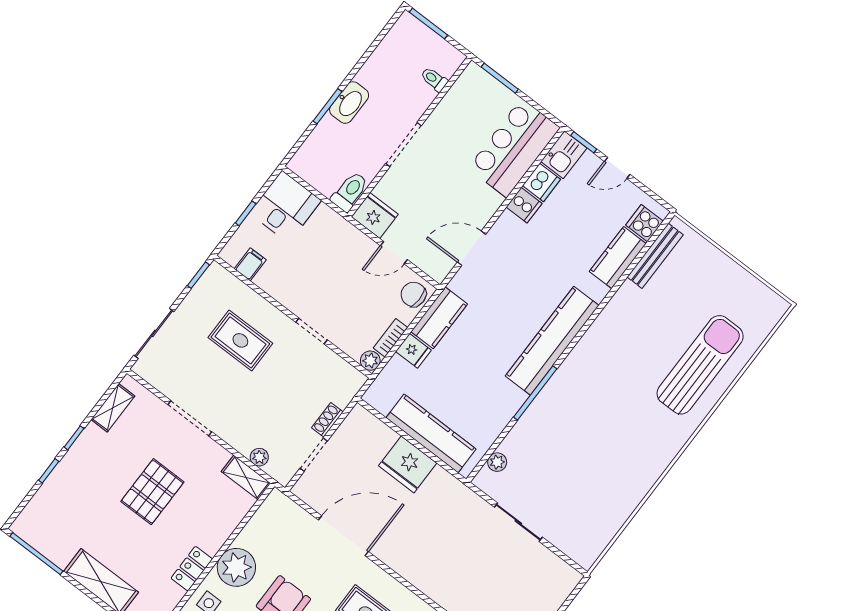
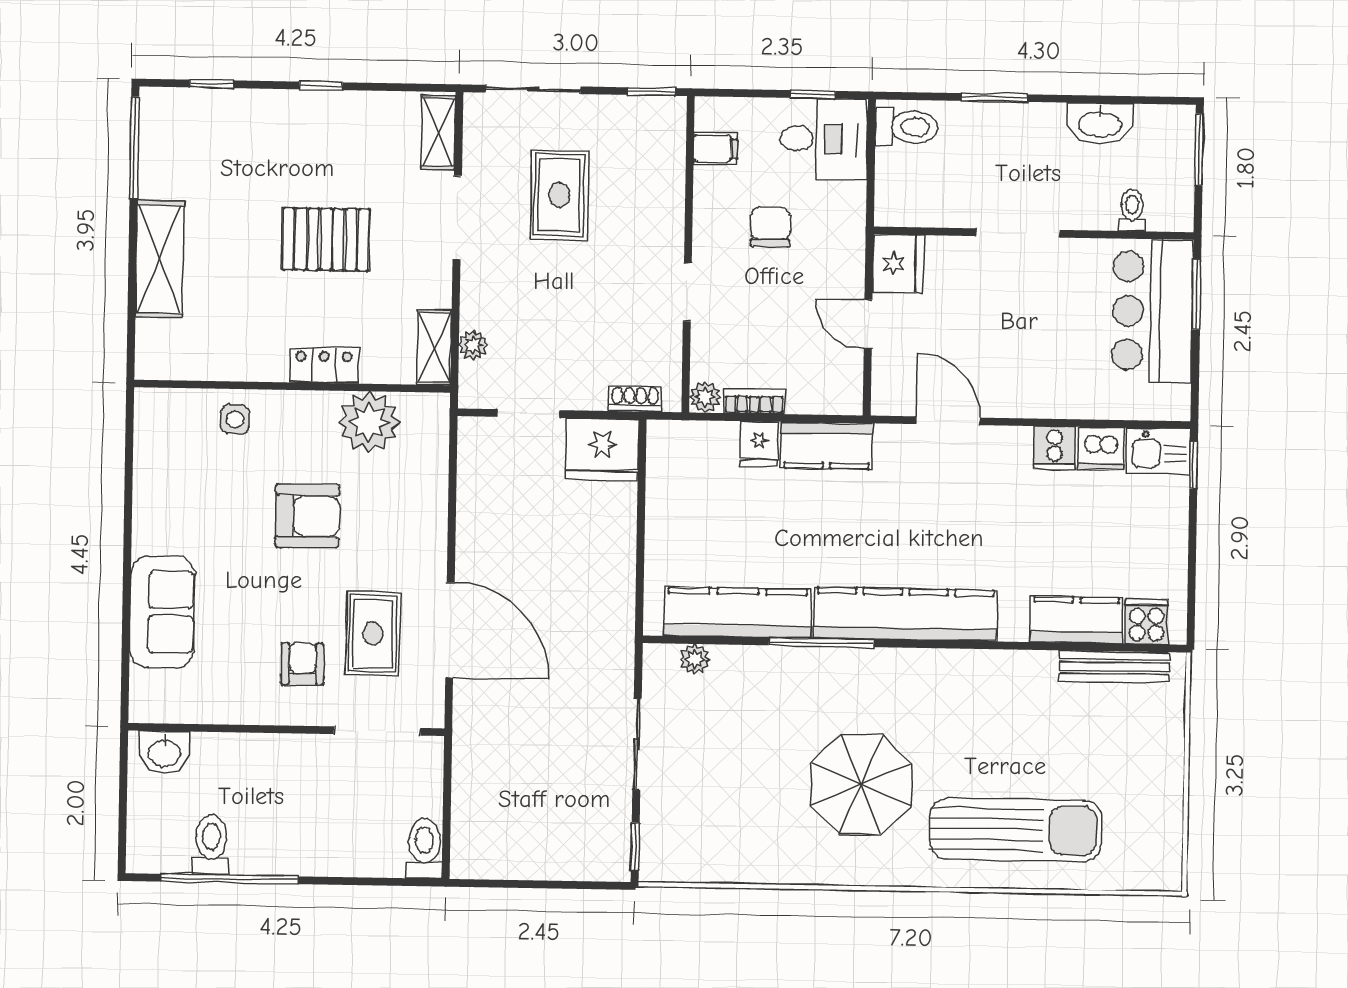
washbasin: (349, 103) -> (1100, 123), moved
bar counter: (514, 148) -> (1153, 311), moved, turned -90
door: (617, 168) -> (1192, 533), removed
toilet: (350, 192) -> (907, 127), moved
window: (246, 213) -> (813, 94), moved
chair: (414, 294) -> (770, 227), moved
rug: (240, 340) -> (559, 195), moved
shelving: (113, 408) -> (438, 132), moved, turned 90
shoe rack: (327, 420) -> (635, 399), moved
parasol: (621, 425) -> (861, 785), added
kitchen counter: (431, 433) -> (738, 613), moved, turned -90
fridge: (408, 464) -> (602, 449), moved, turned -90
window: (49, 471) -> (212, 84), moved
door: (343, 536) -> (450, 630), moved
window: (569, 561) -> (635, 847), added
plant: (236, 567) -> (369, 422), moved
locker: (192, 569) -> (324, 365), moved

